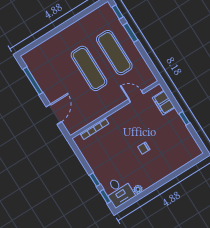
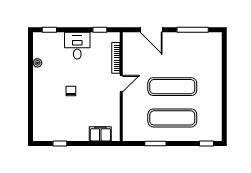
window: (130, 33) -> (155, 143), moved
door: (136, 96) -> (121, 84), moved
window: (184, 118) -> (60, 143), moved
window: (95, 180) -> (100, 30), moved
desk: (119, 191) -> (77, 46), moved, turned 90

